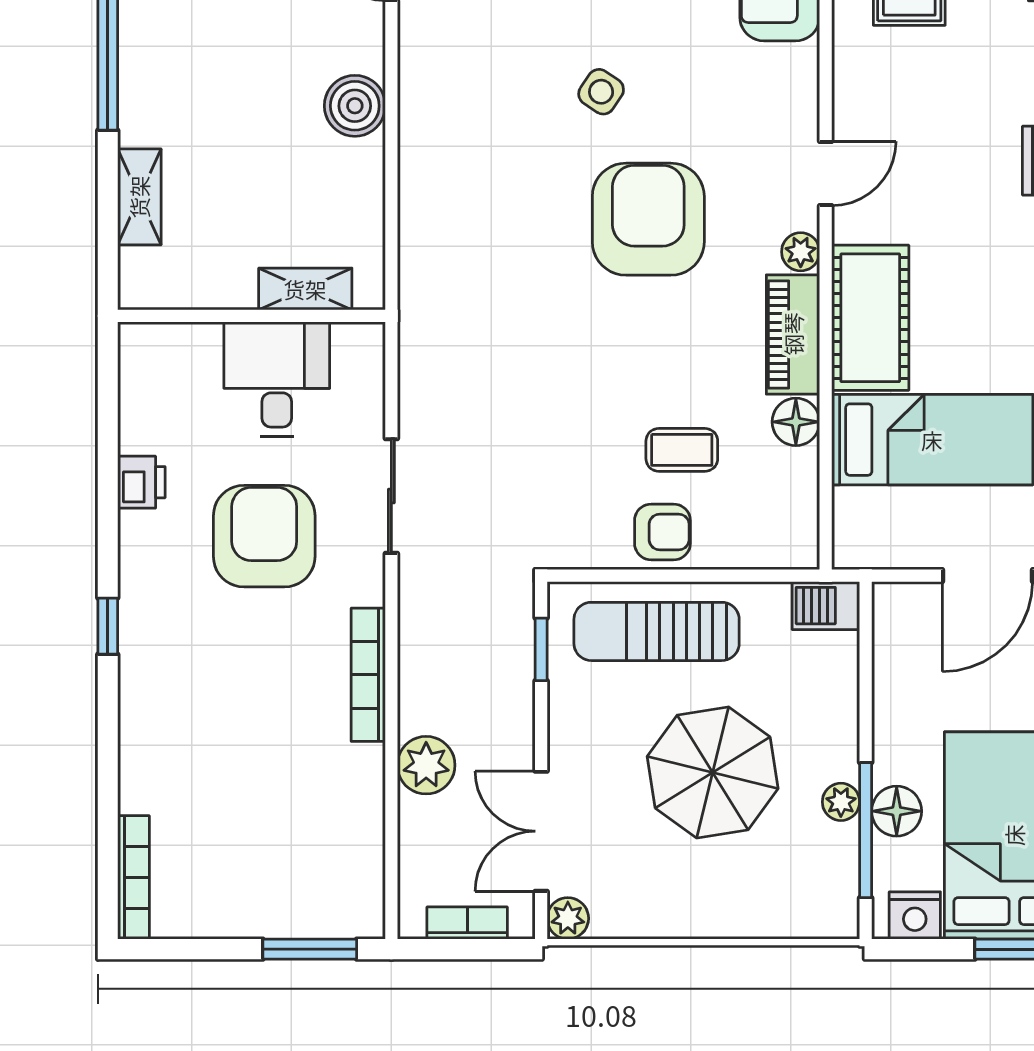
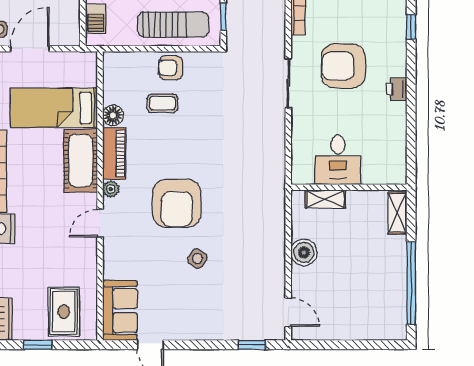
shelving: (305, 289) -> (325, 199), moved
wall: (252, 316) -> (349, 187), moved
desk: (277, 379) -> (338, 160), moved
armchair: (264, 536) -> (343, 66), turned 90
barbecue: (826, 606) -> (96, 19), moved, turned 90

